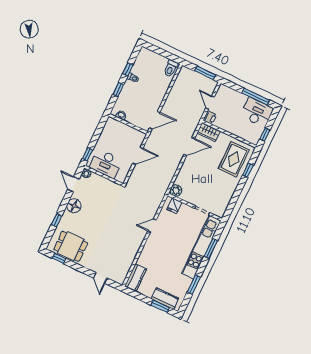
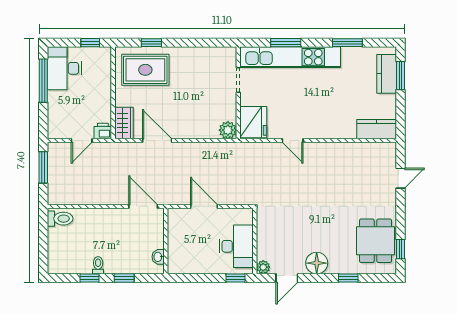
fridge: (174, 206) -> (253, 122), width x1.88, depth x1.34

